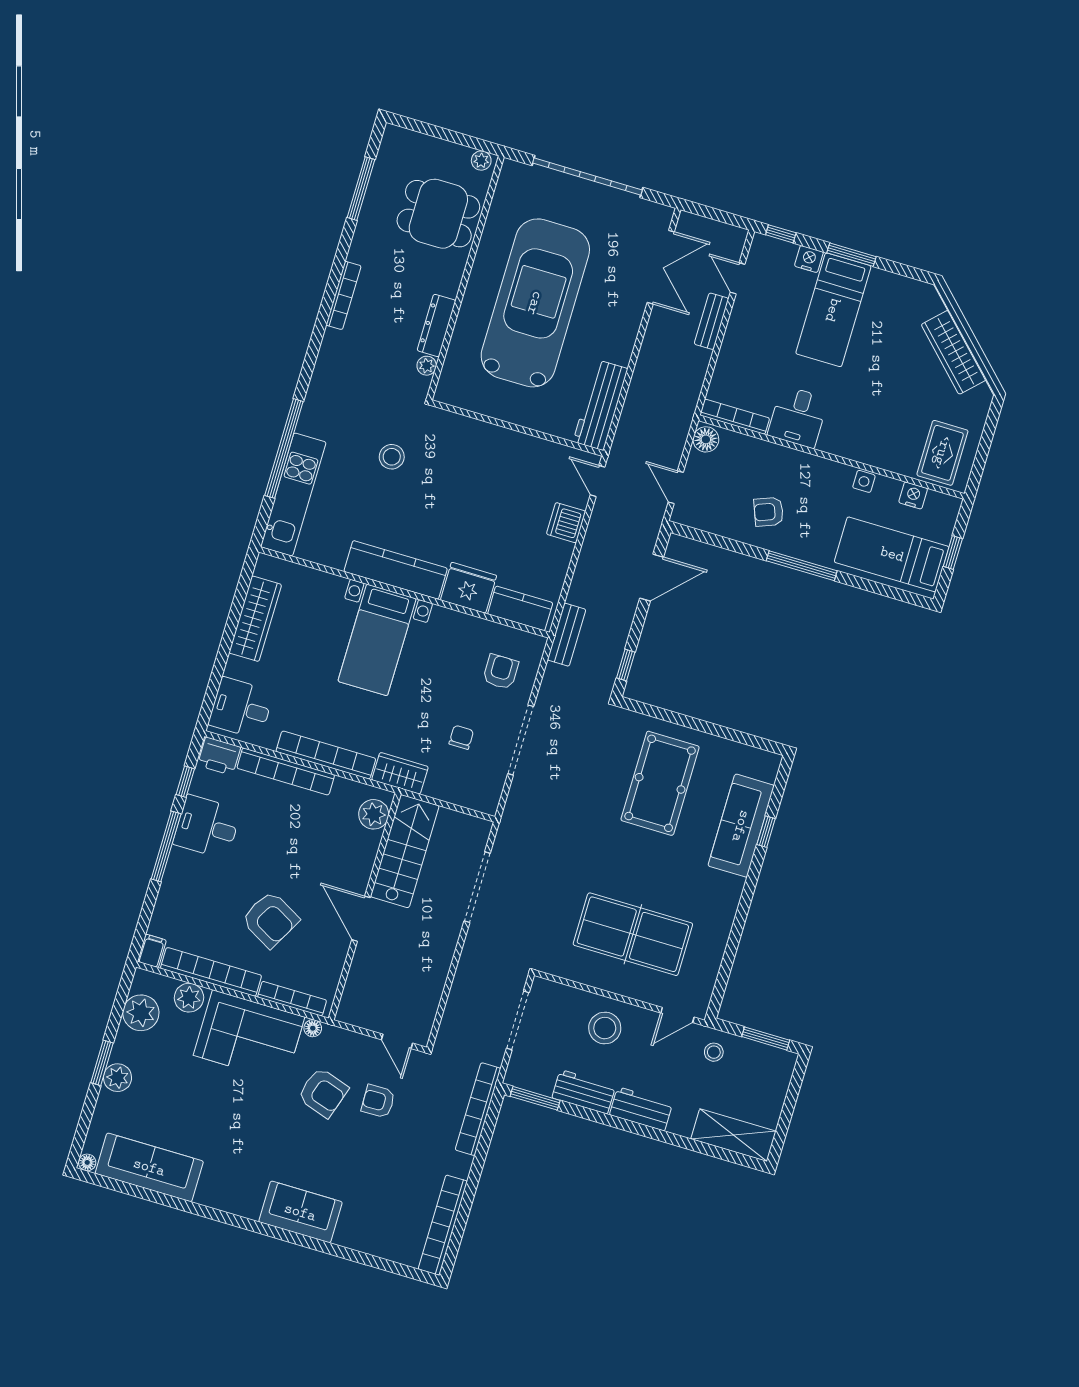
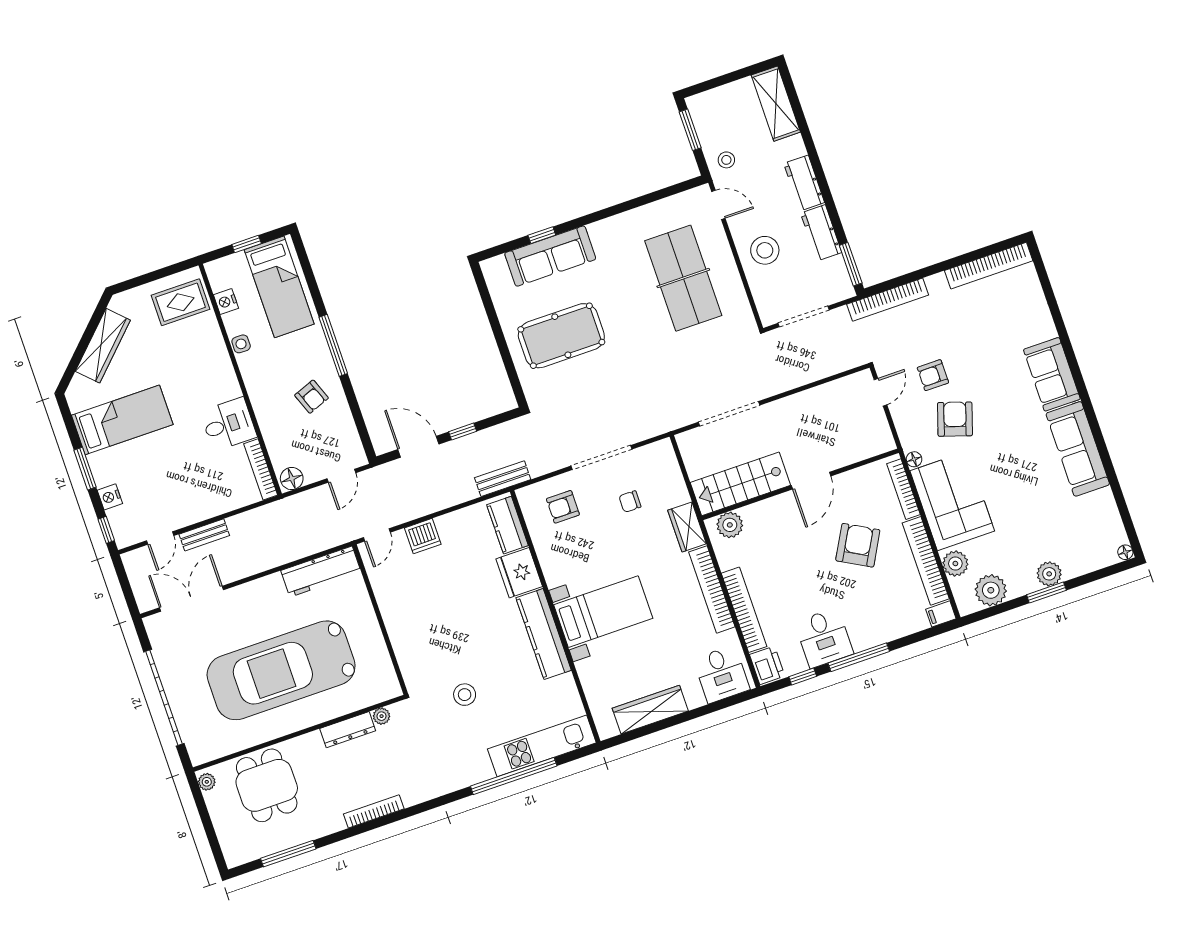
bed: (833, 310) -> (122, 420), moved
window: (626, 665) -> (463, 432), moved
armchair: (378, 1101) -> (933, 375), turned 91
sofa: (149, 1167) -> (1078, 449), moved

